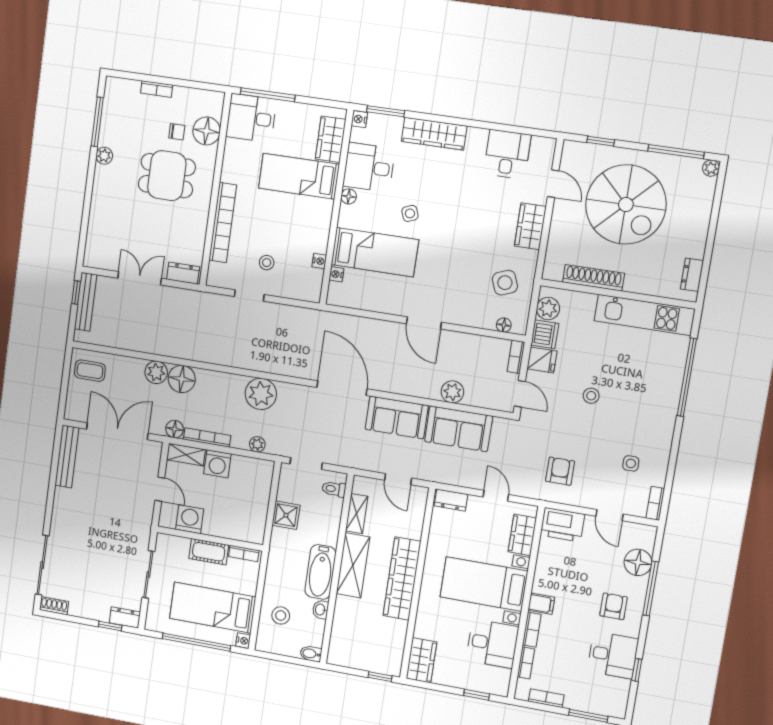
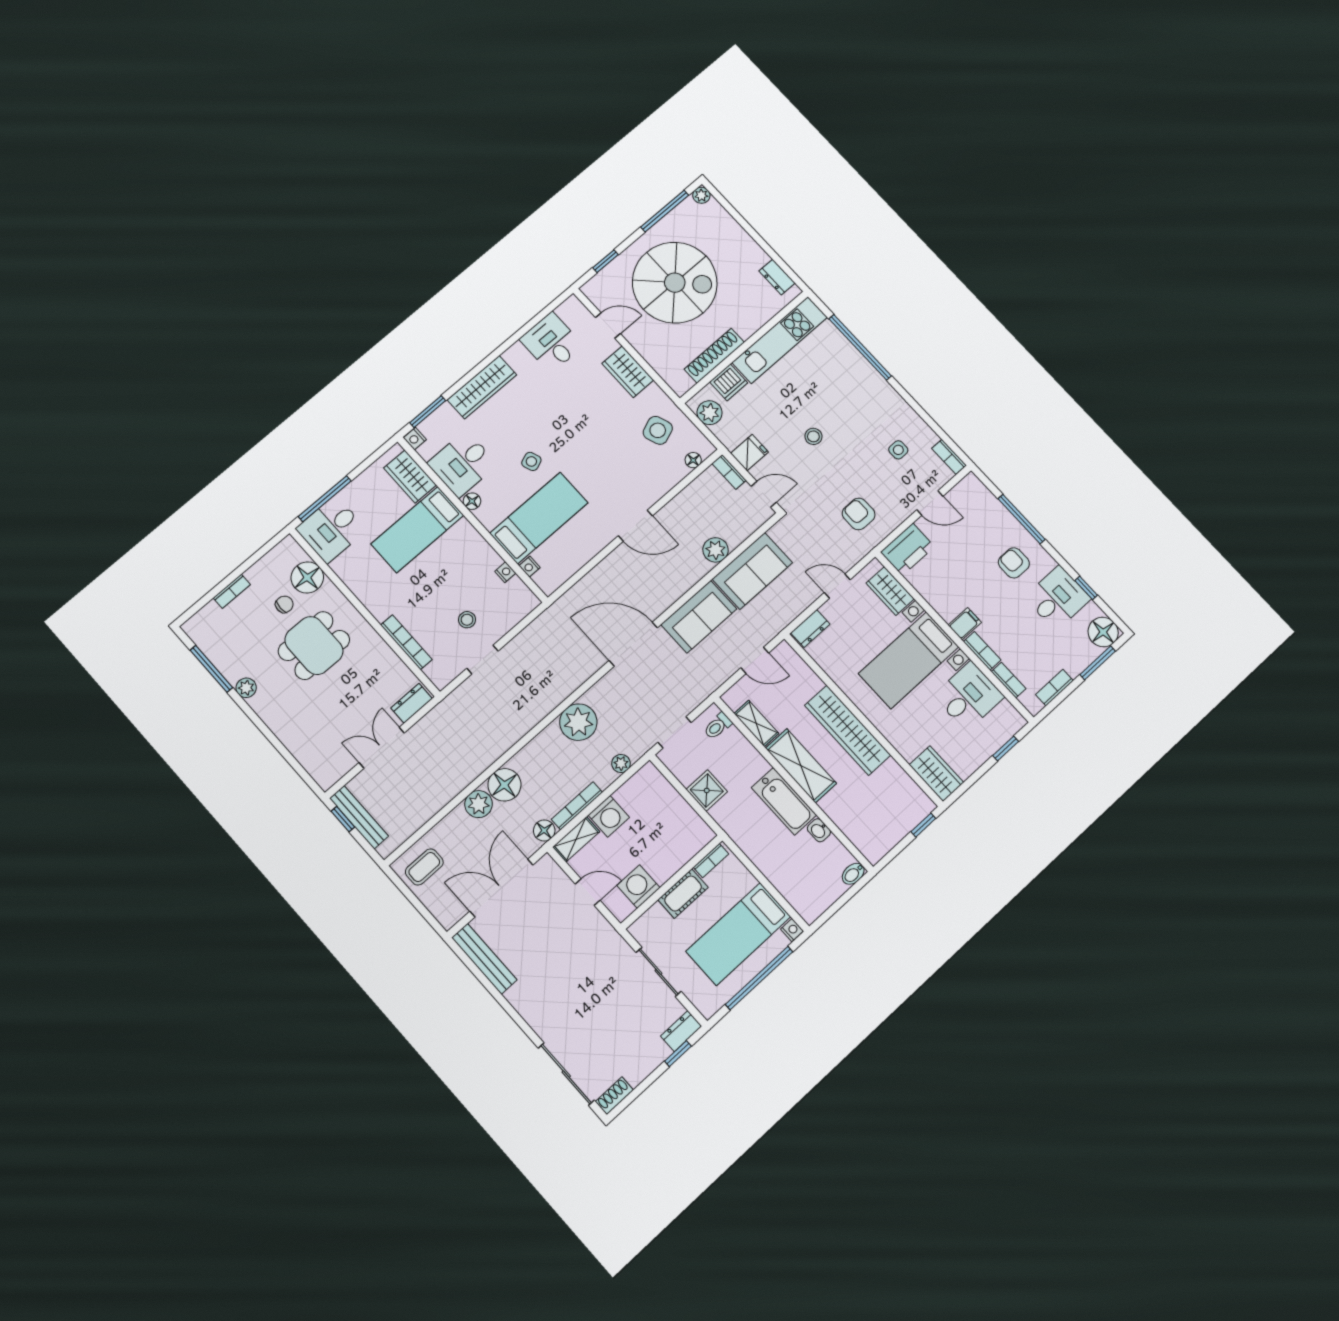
bookcase: (223, 223) -> (406, 642), width x0.68, depth x0.76
dishwasher: (545, 334) -> (729, 382), moved, turned 90
floor lamp: (638, 562) -> (1103, 632), moved
stool: (281, 615) -> (796, 873), removed

